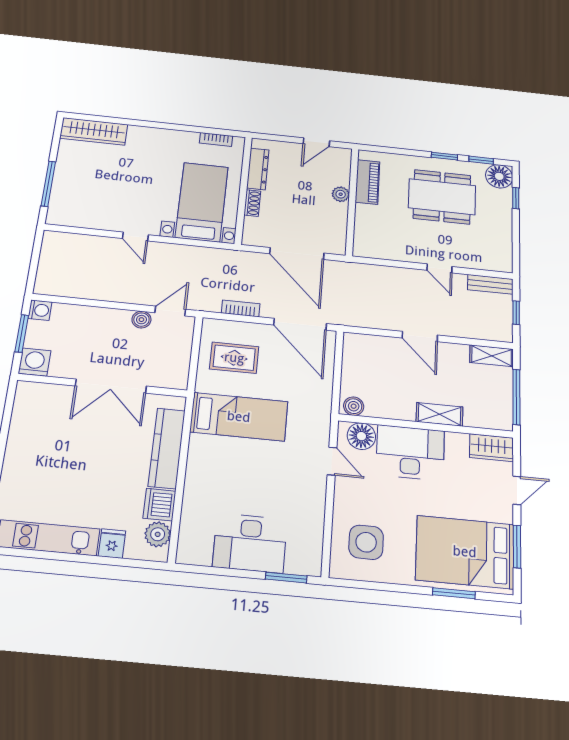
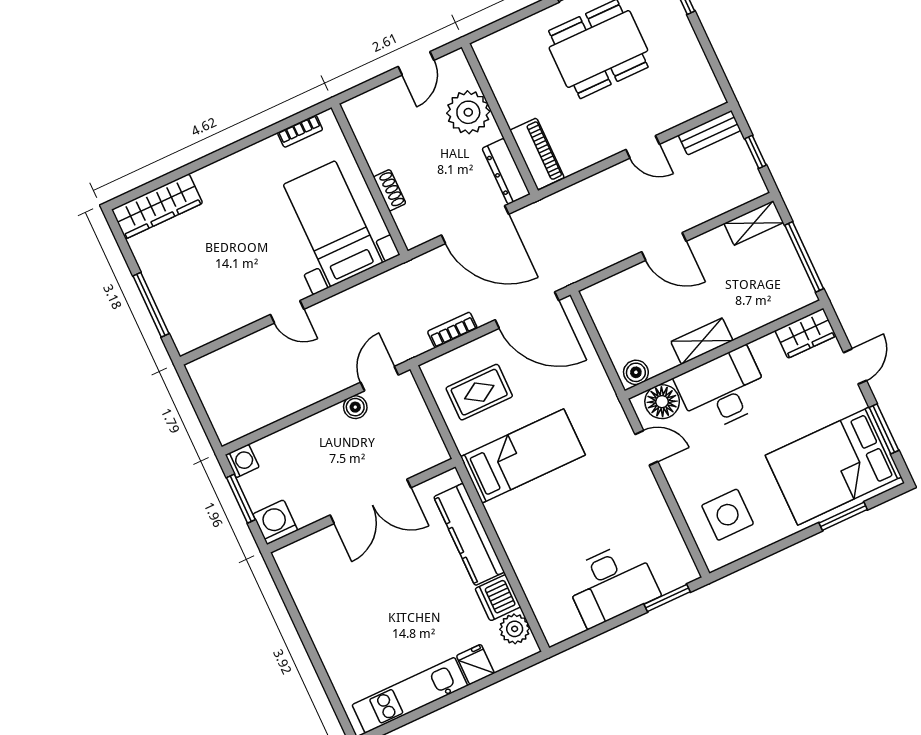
dresser: (258, 169) -> (506, 171), moved, turned 180
piano: (368, 182) -> (537, 154), moved
plant: (341, 194) -> (468, 112), width x1.87, depth x1.87
shelving: (439, 414) -> (702, 341), moved

